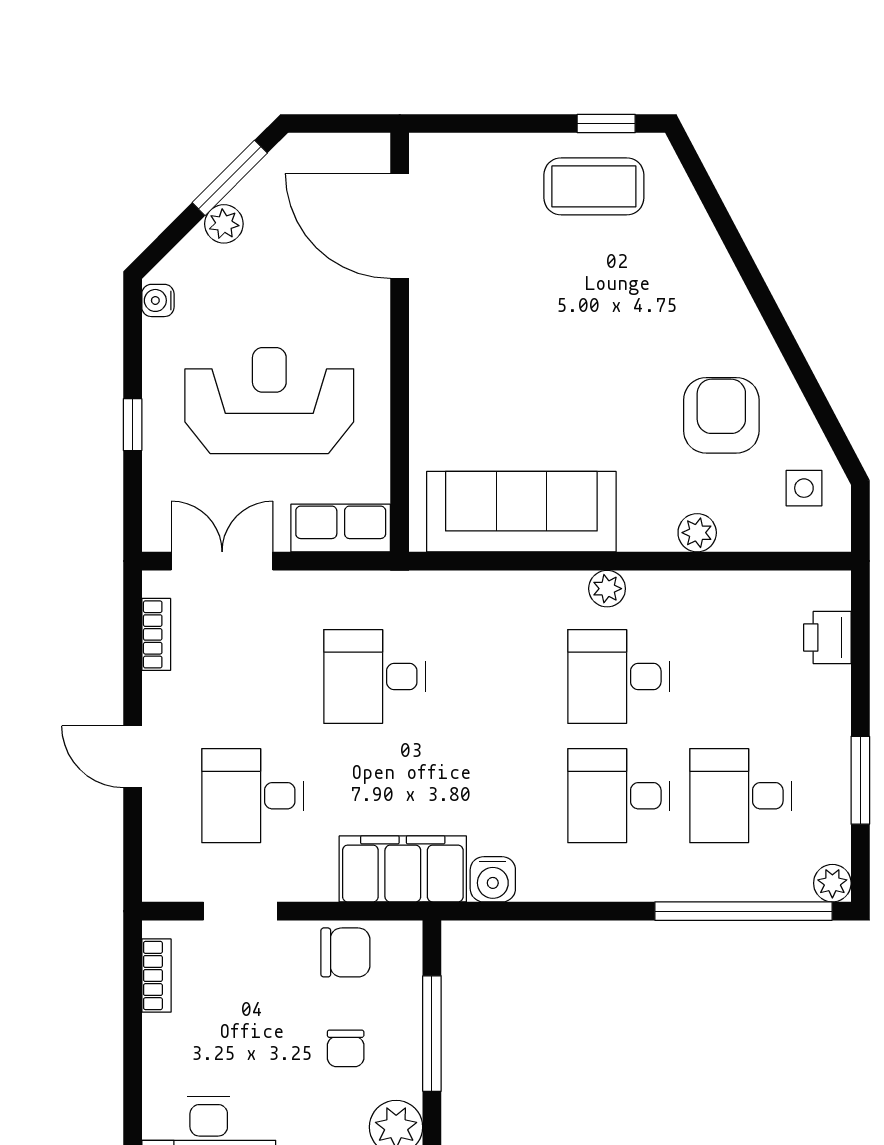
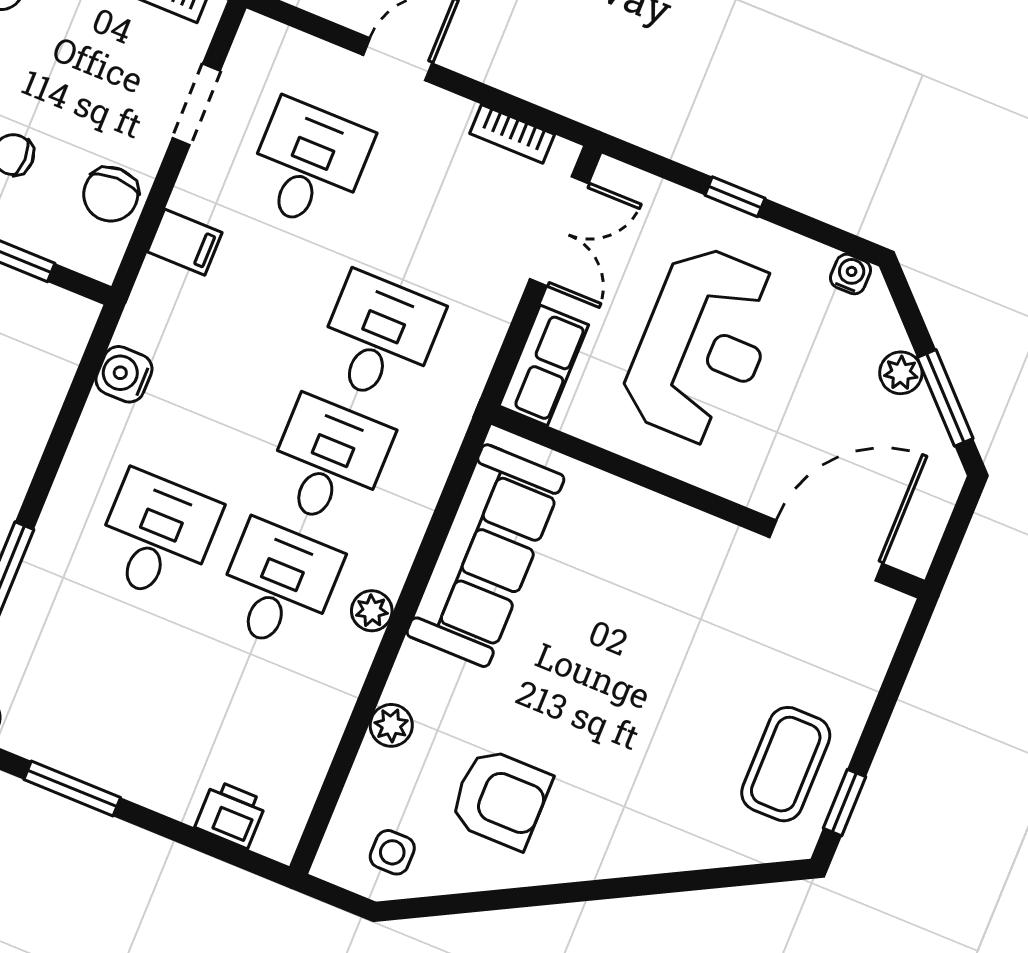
desk: (740, 796) -> (328, 462), moved
filing cabinet: (403, 869) -> (185, 242), width x0.33, depth x0.86

